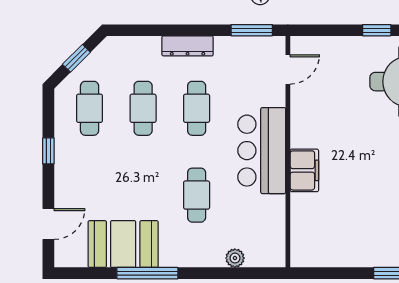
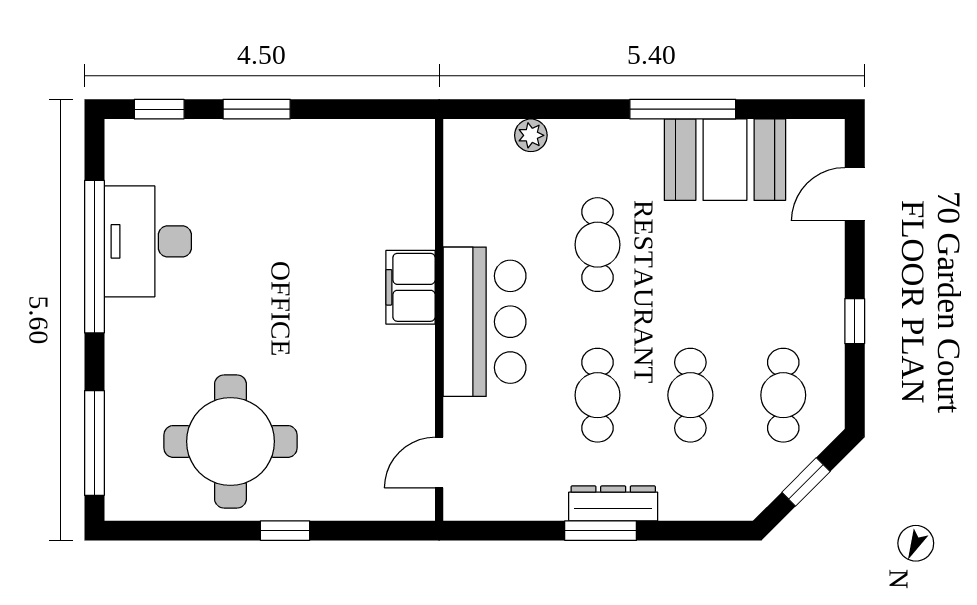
window: (252, 30) -> (601, 531), moved

